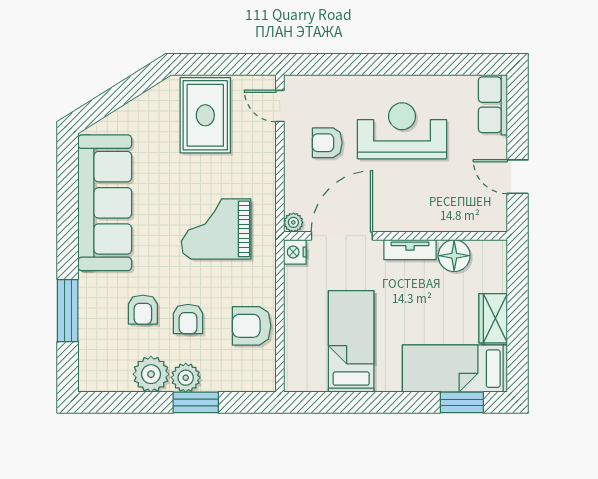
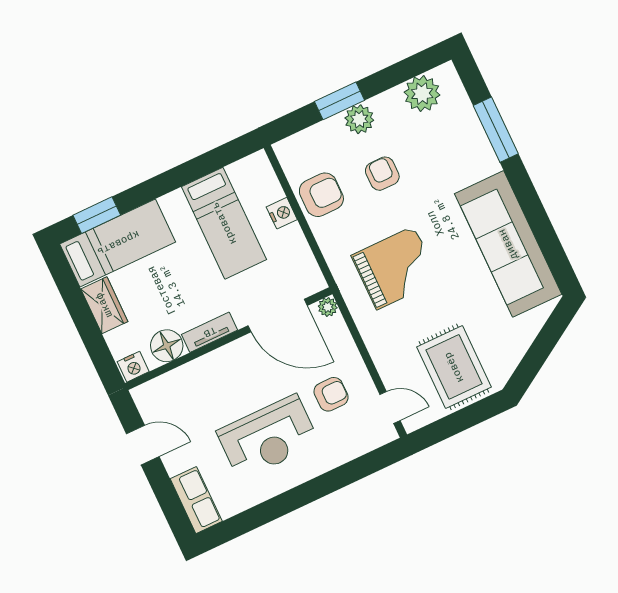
door: (342, 236) -> (278, 316), hinge flipped
nightstand: (493, 251) -> (133, 367), added
nightstand: (295, 252) -> (282, 213), moved
armchair: (143, 310) -> (428, 163), removed
plant: (151, 374) -> (422, 94), moved

